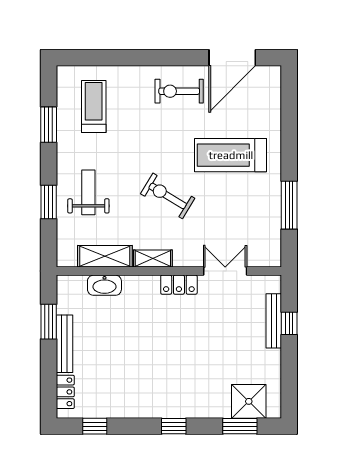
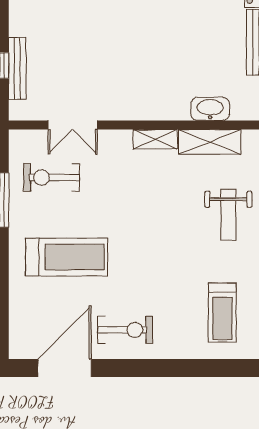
exercise bike: (168, 196) -> (52, 178), moved, turned 149
locker: (179, 285) -> (125, 110), removed

